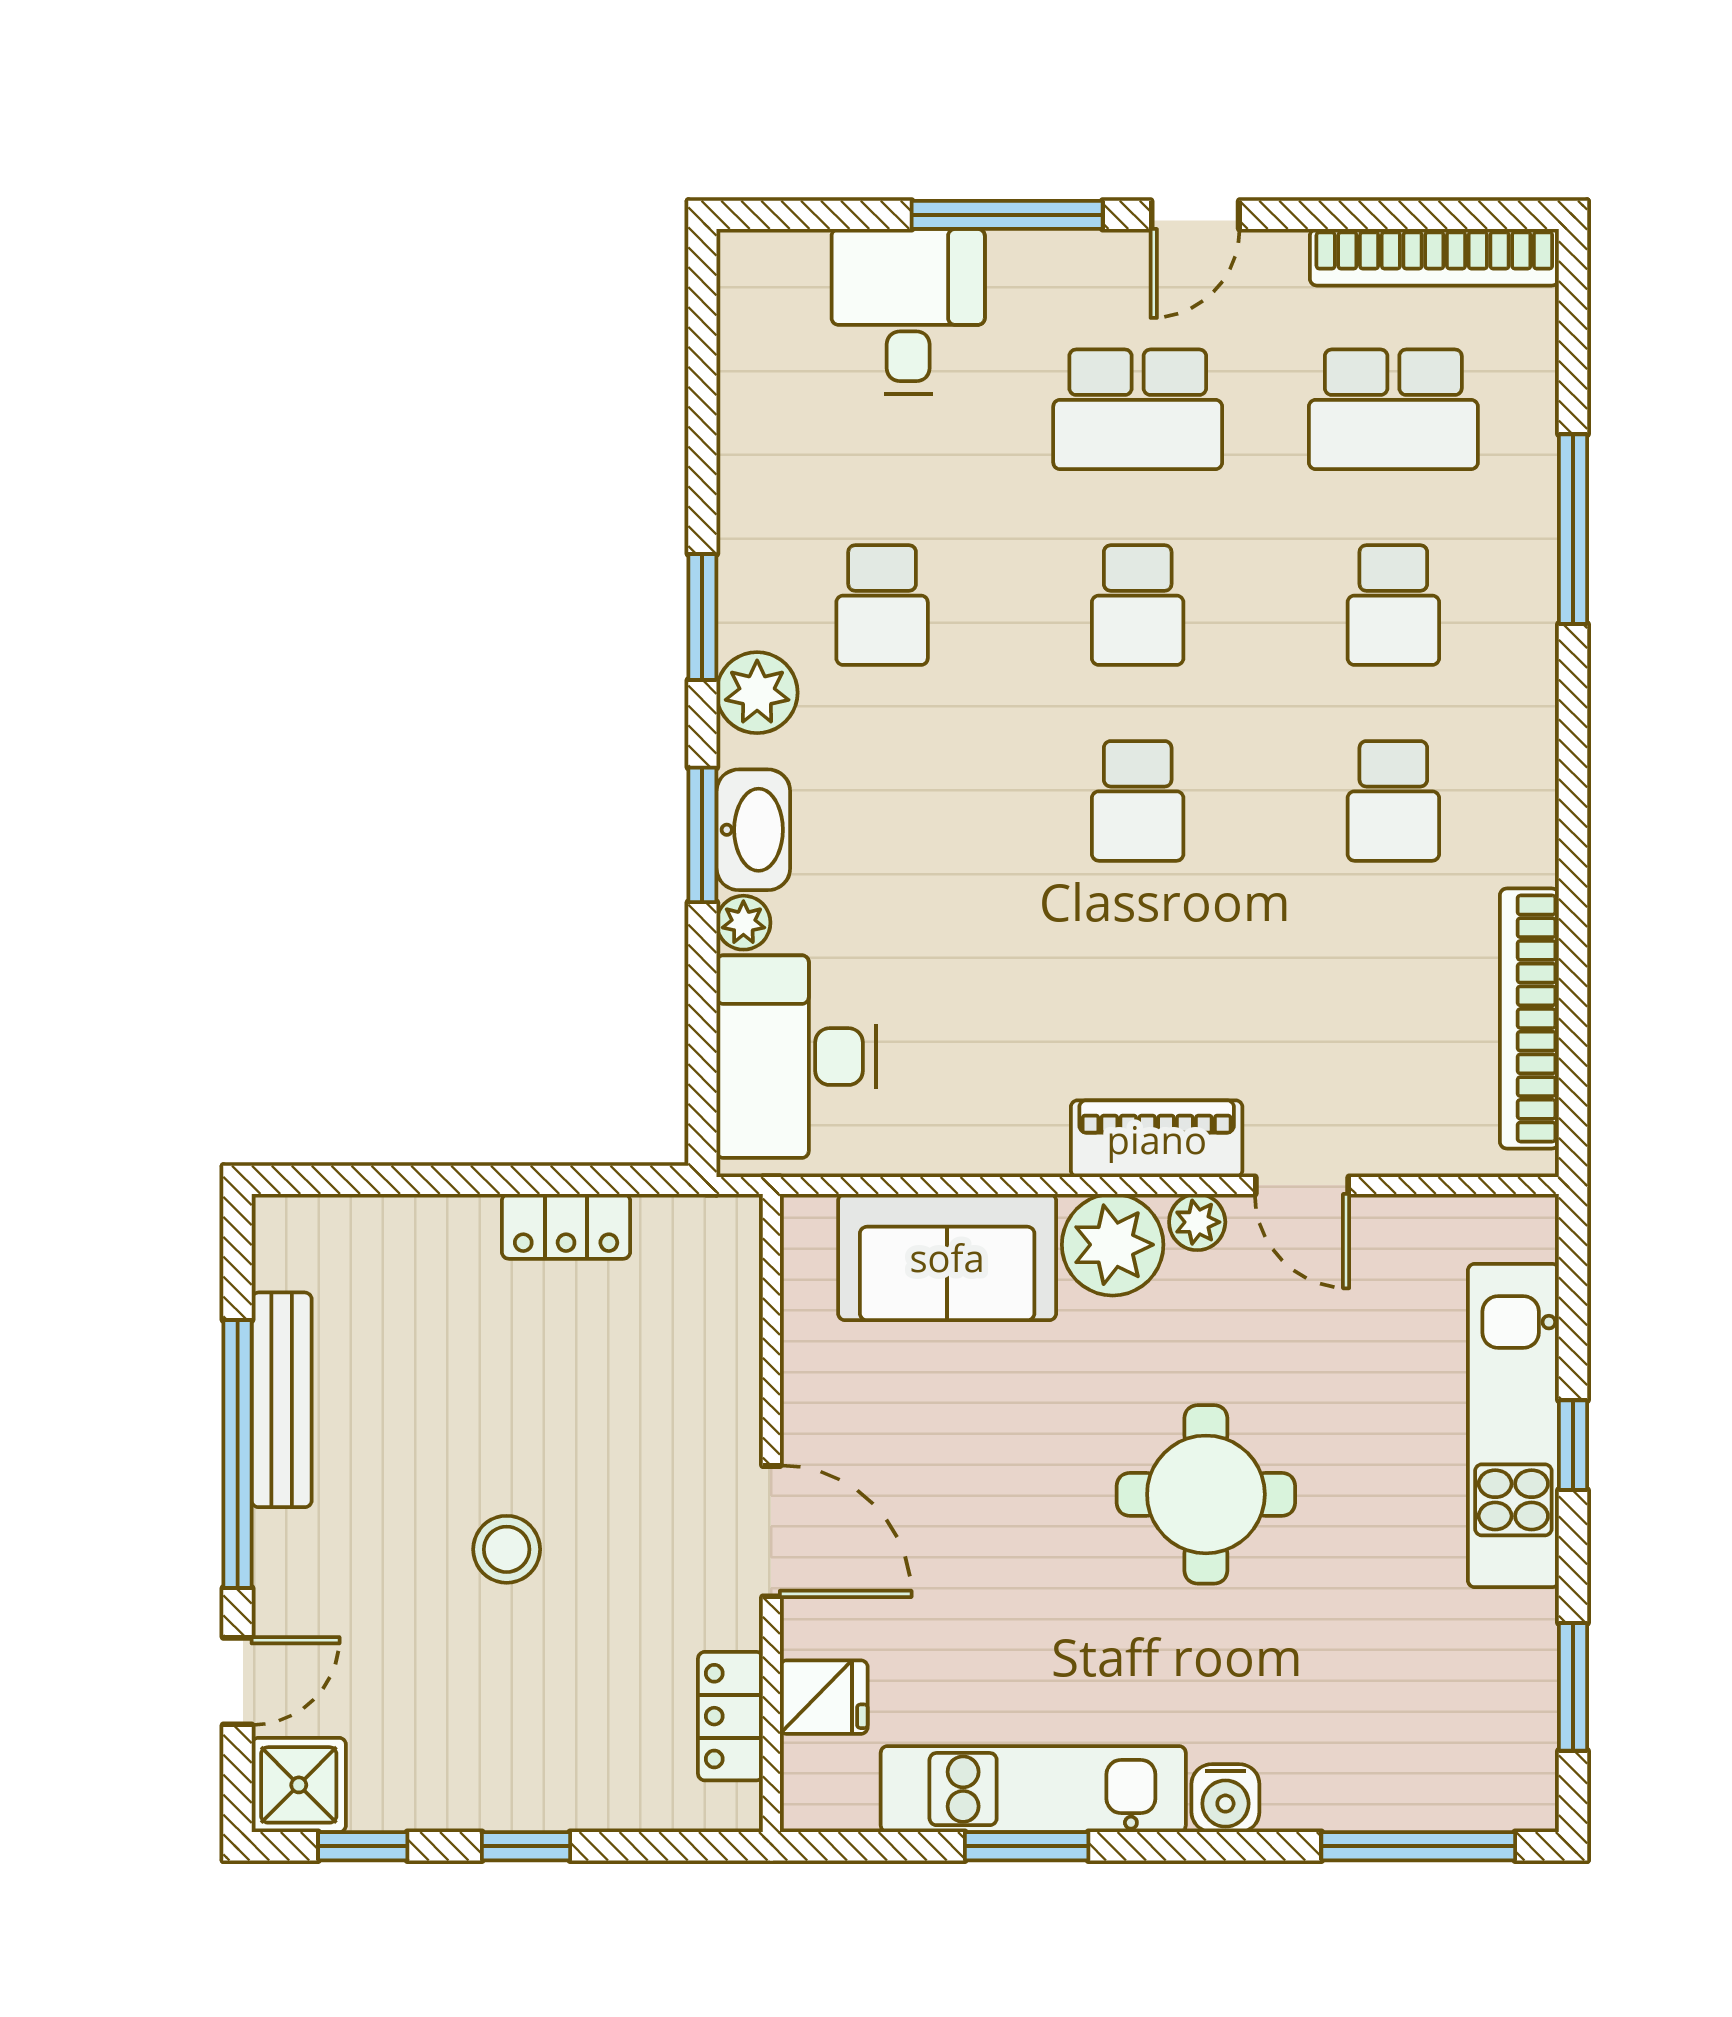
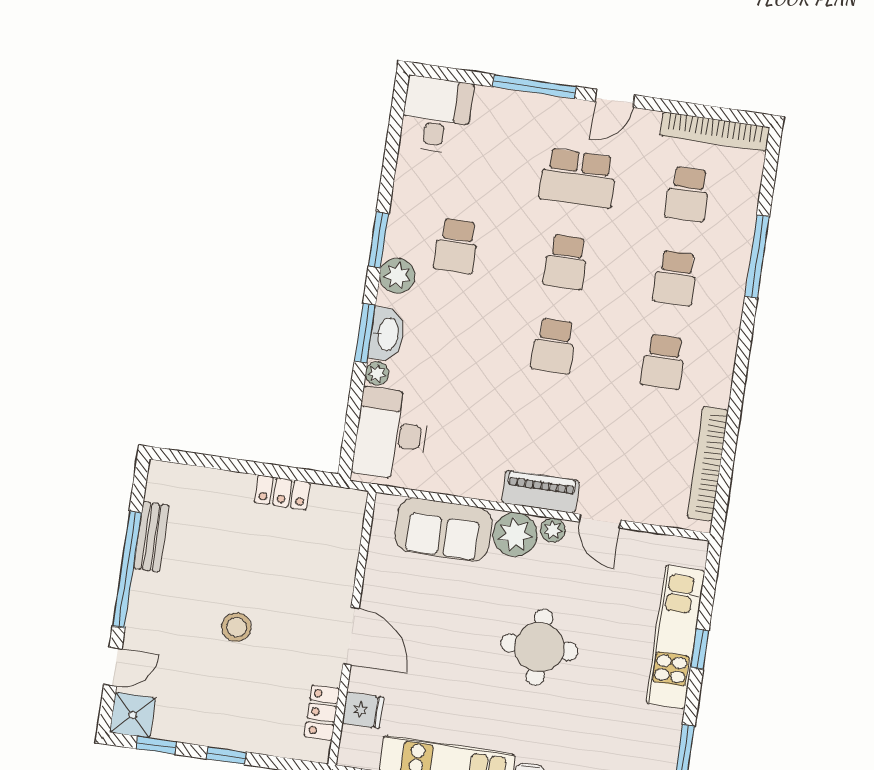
desk: (908, 312) -> (437, 115), moved
school desk: (1393, 409) -> (688, 194), width x0.54
bench: (282, 1400) -> (151, 537), width x0.73

